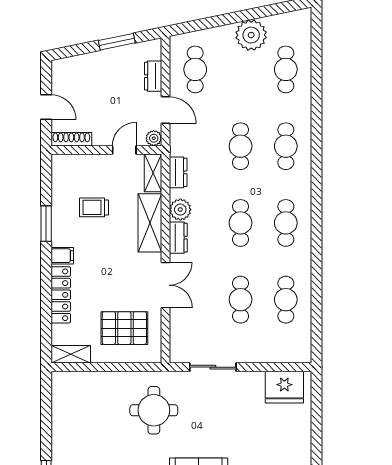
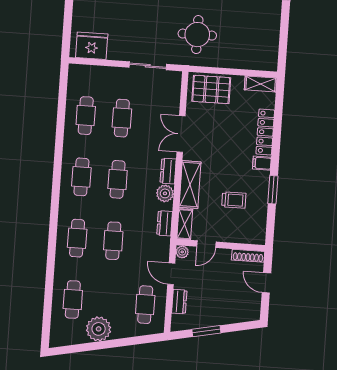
pallet: (124, 328) -> (211, 89), moved

